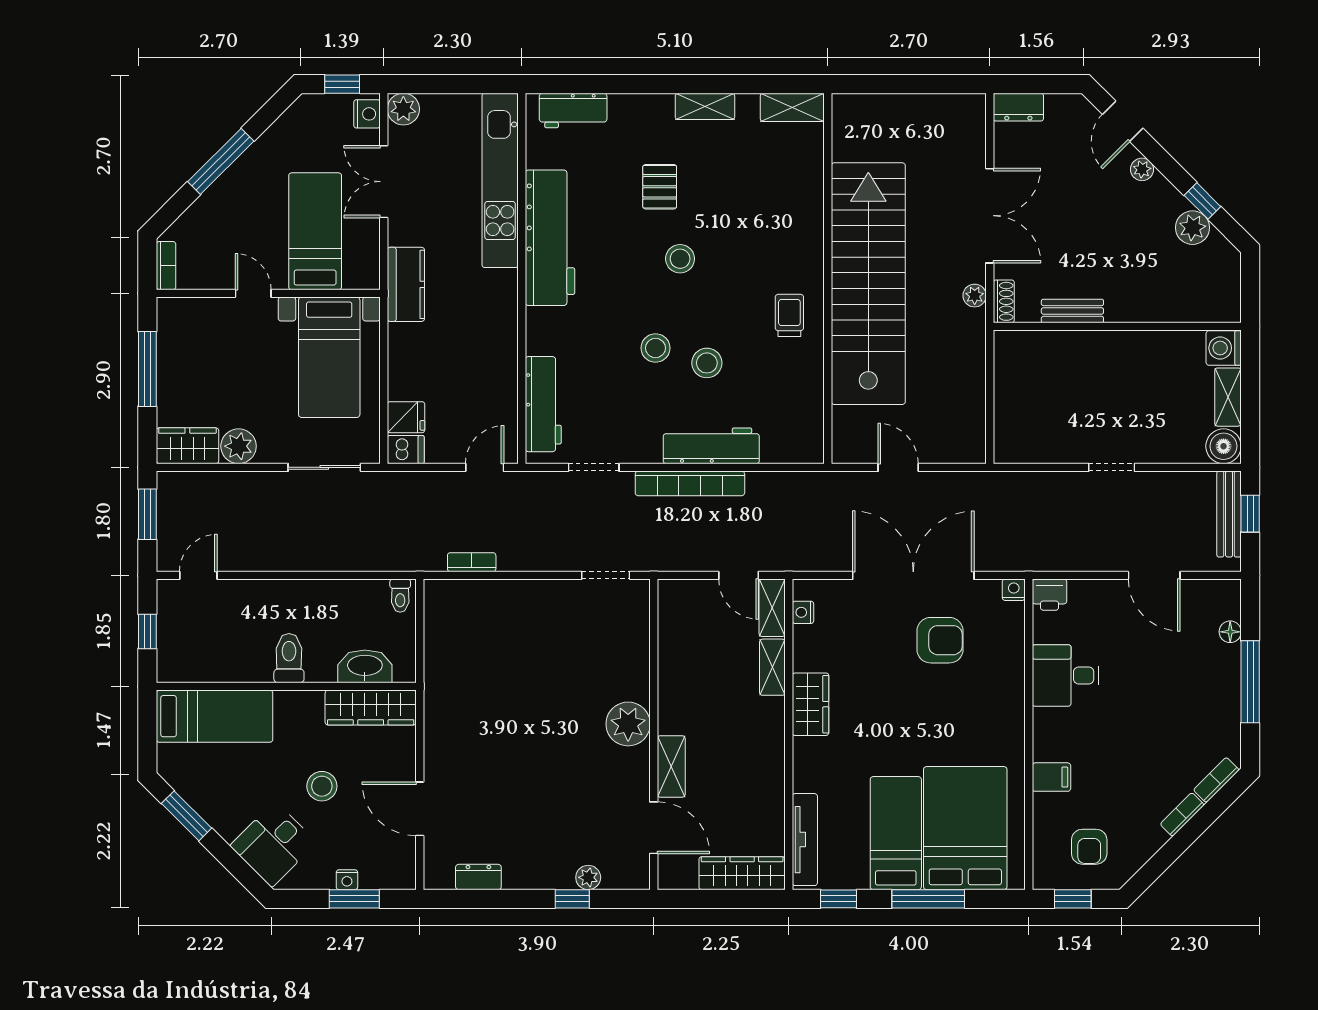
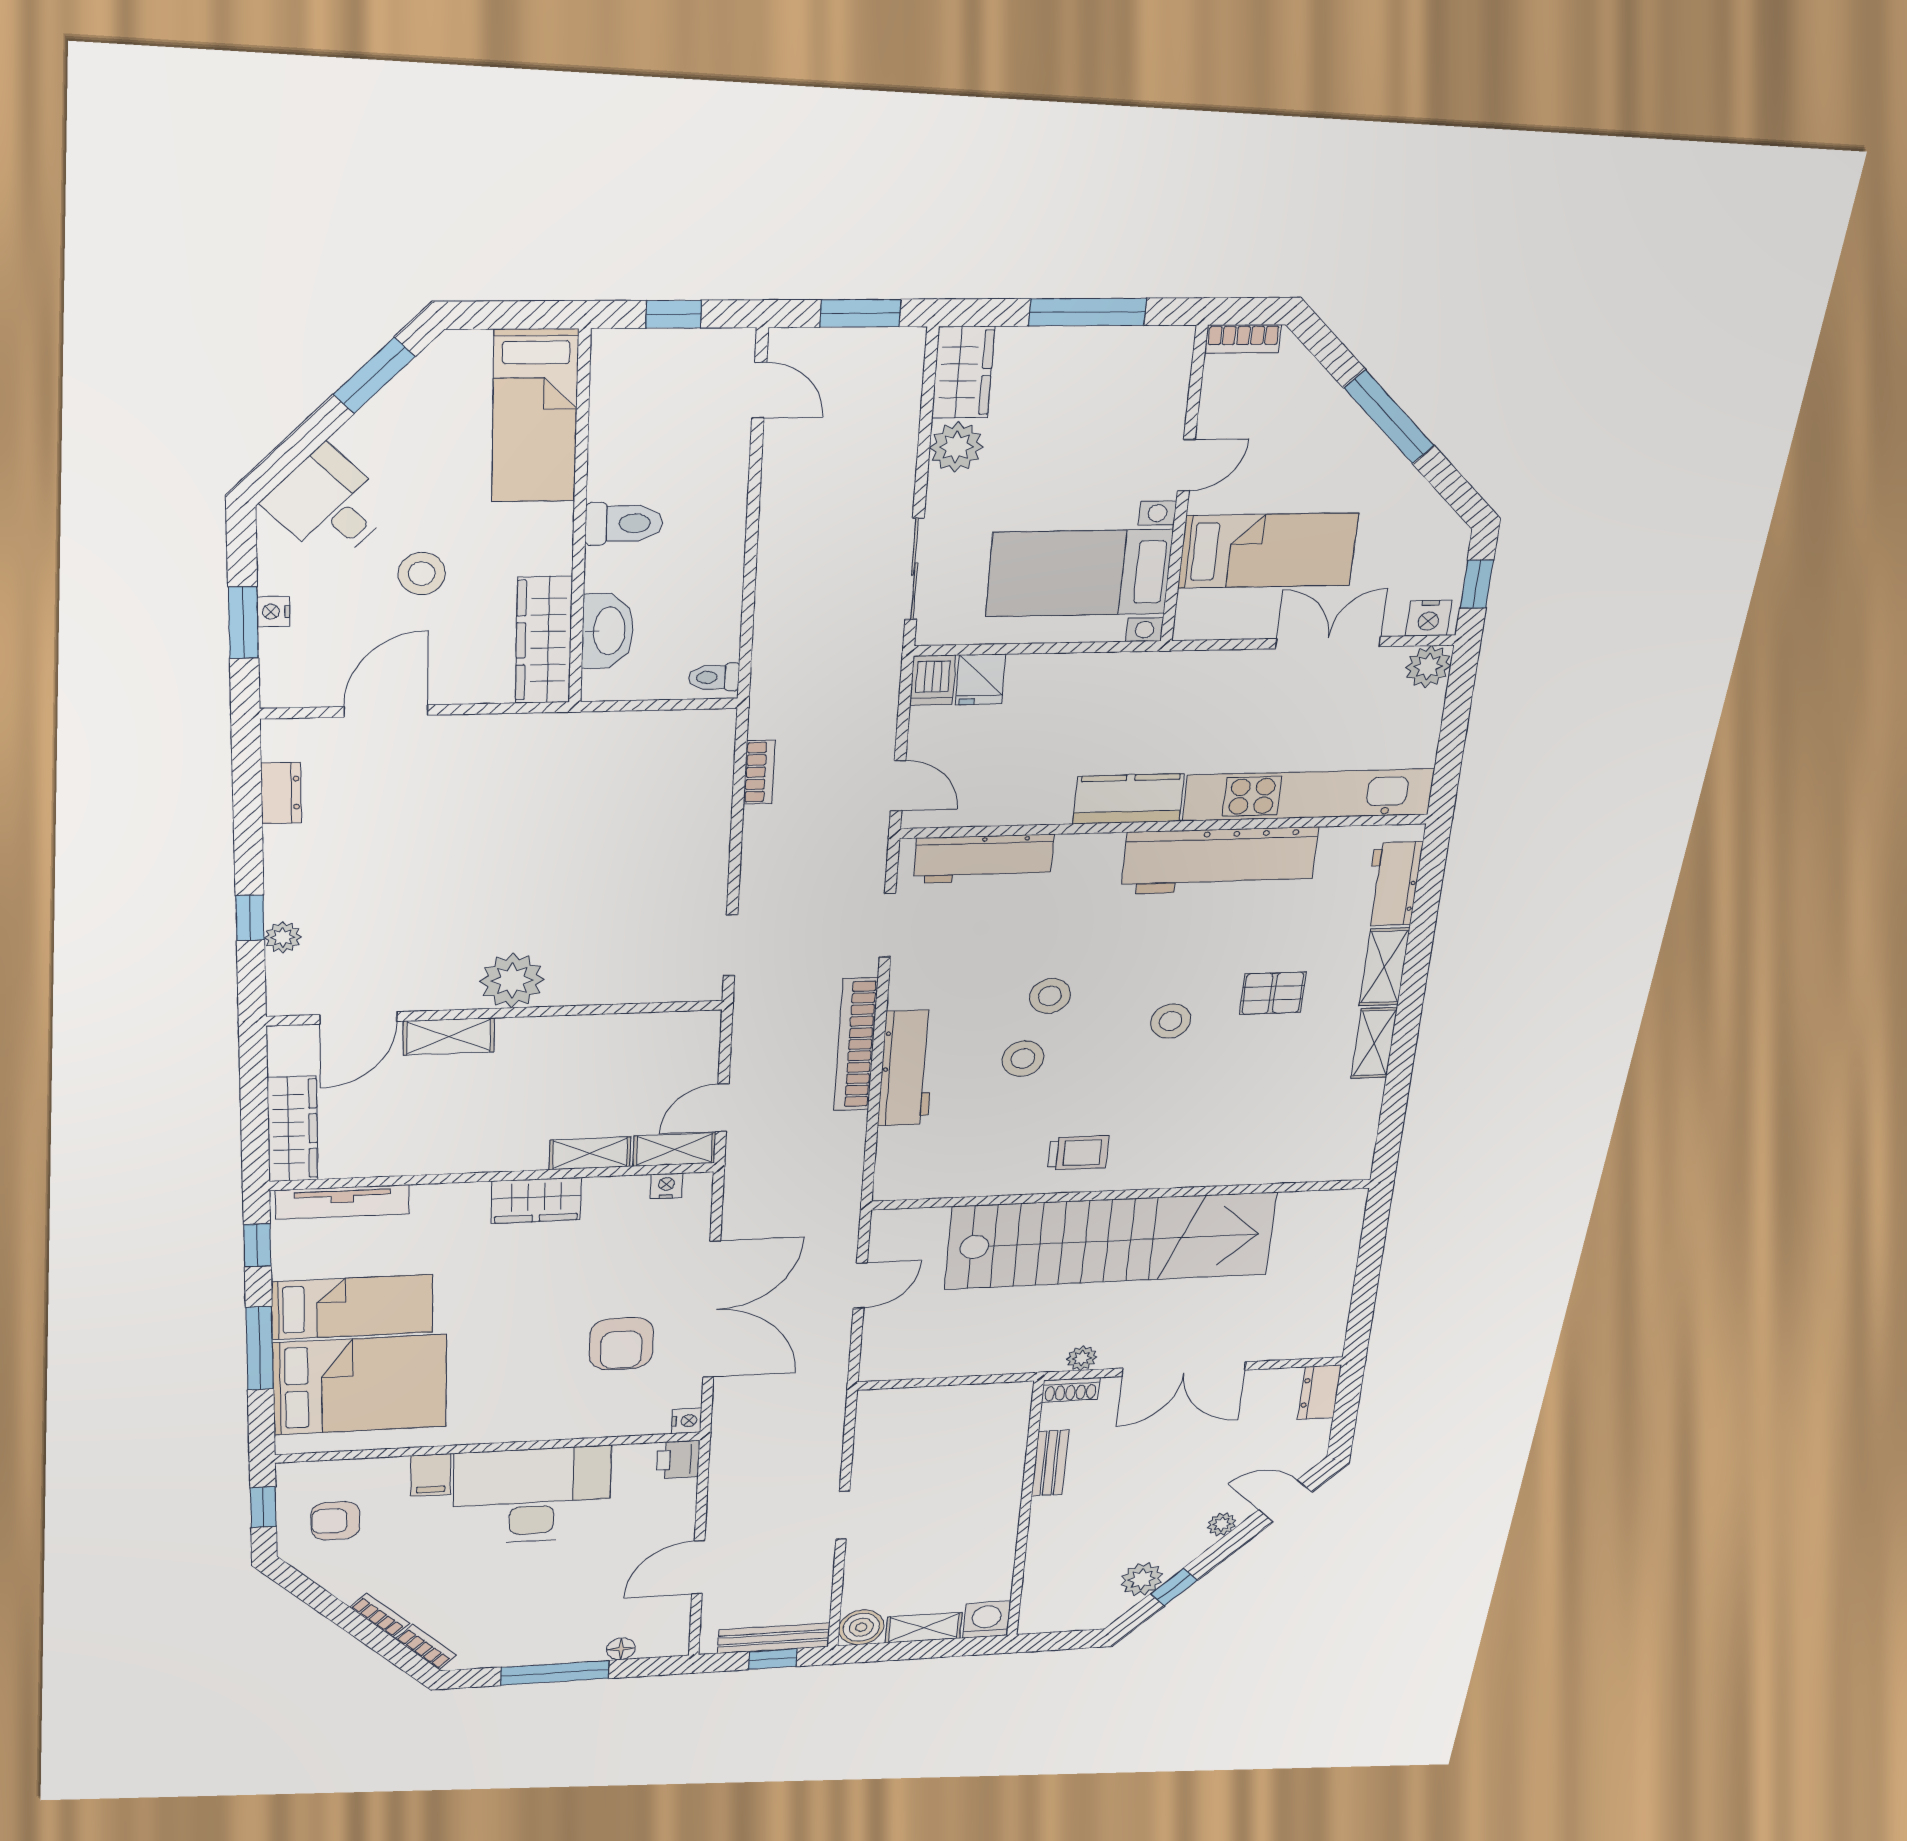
shelving: (792, 107) -> (1384, 967), moved
kitchen counter: (406, 284) -> (1129, 799), moved, turned 180
desk: (1066, 675) -> (532, 1495), width x1.87, depth x1.30

